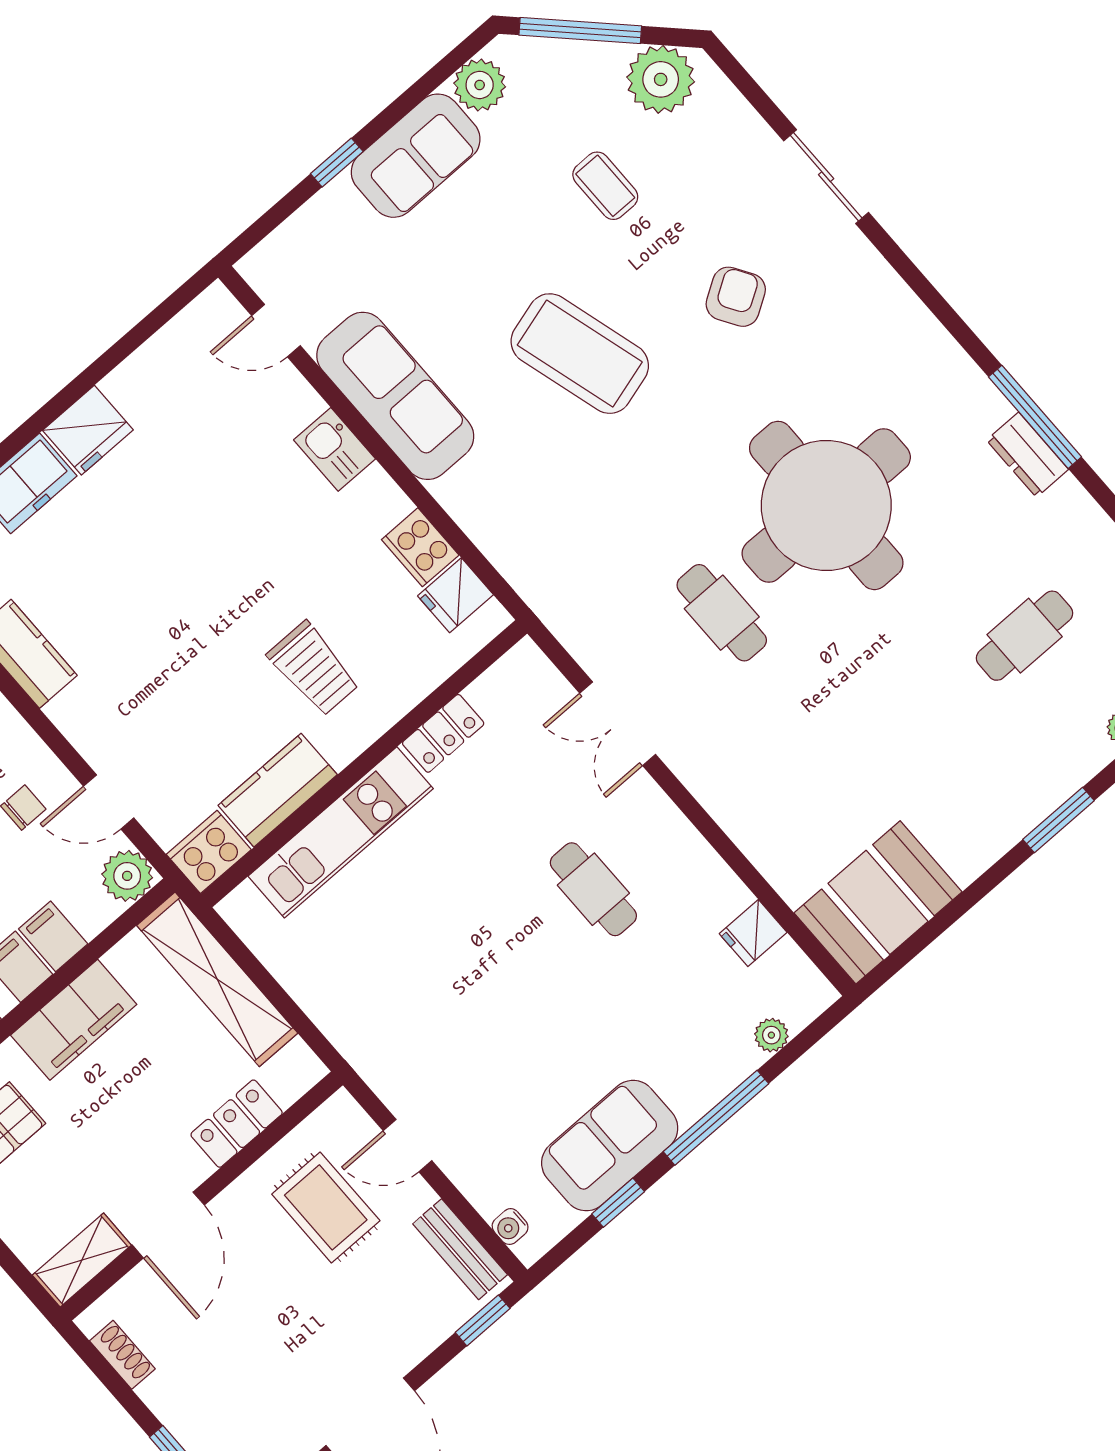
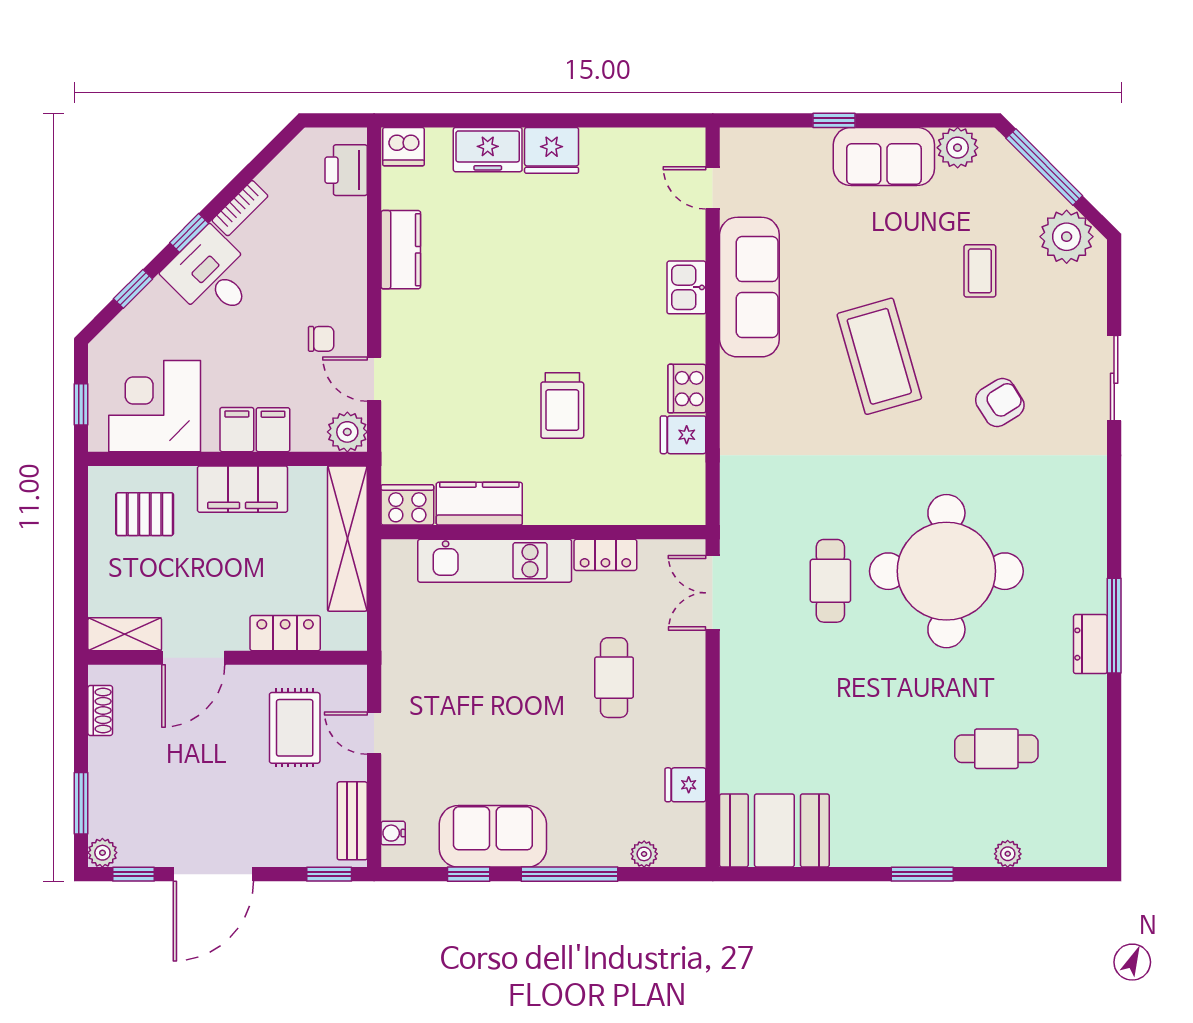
locker: (443, 733) -> (605, 555), moved
wall: (364, 764) -> (543, 532), moved
kitchen counter: (278, 790) -> (479, 504), moved
kitchen unit: (341, 832) -> (495, 561), moved
cooker: (209, 852) -> (407, 505), moved

